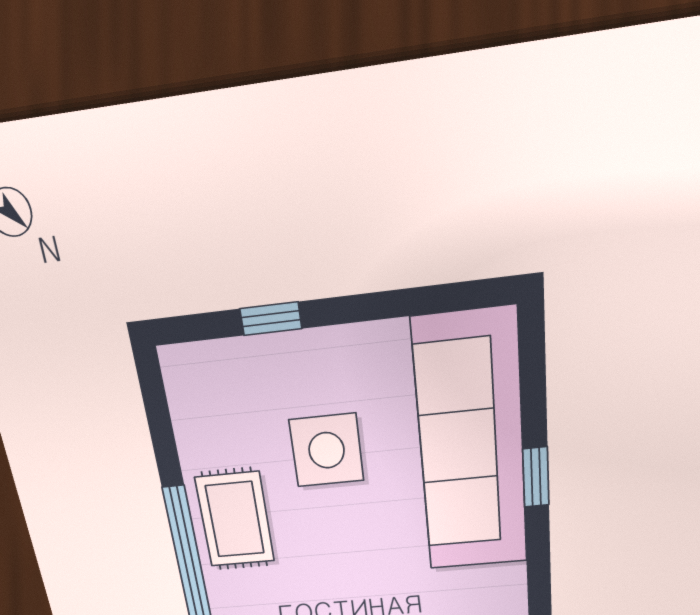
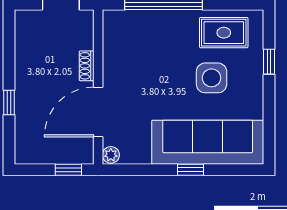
rug: (235, 520) -> (224, 33), moved

